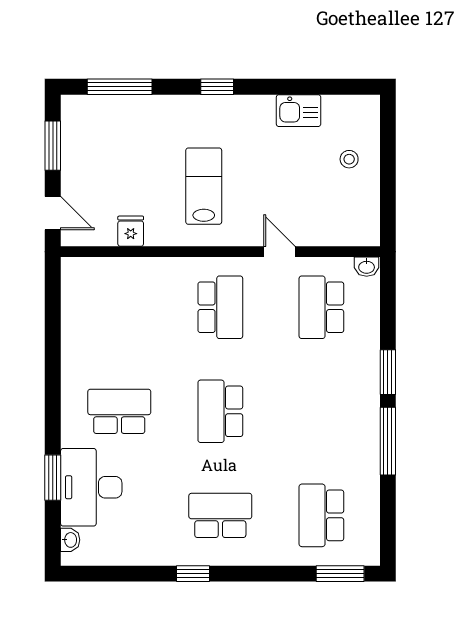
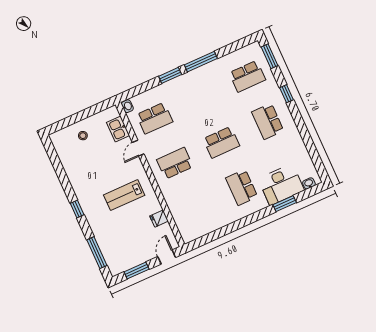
kitchen sink: (299, 111) -> (118, 129), moved, turned 180
window: (193, 574) -> (287, 94), moved

